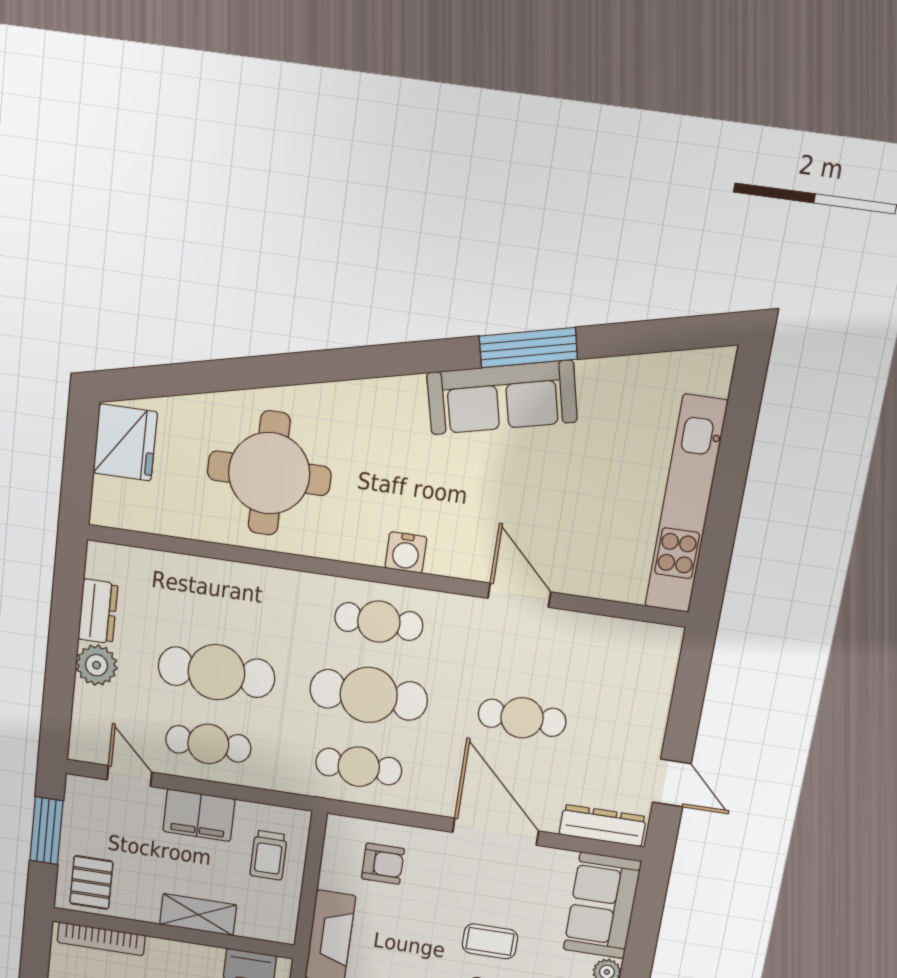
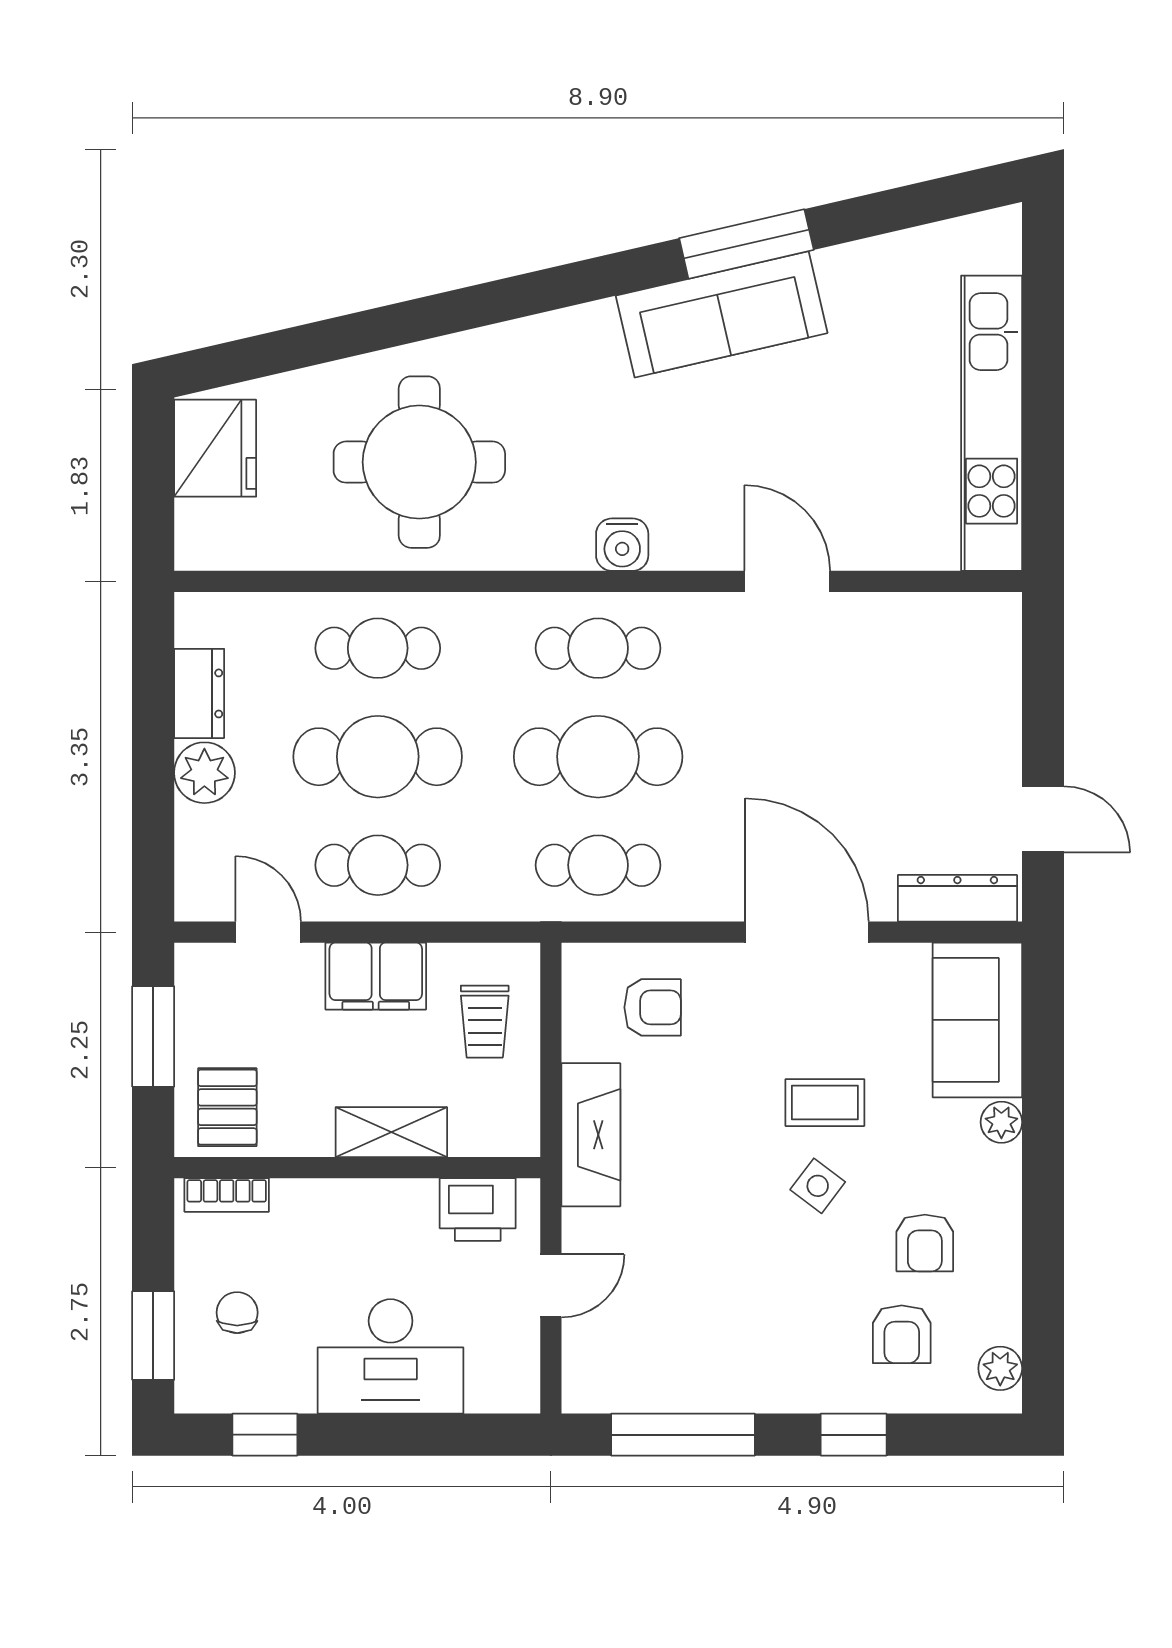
cafe table: (522, 718) -> (378, 648), moved
bookcase: (101, 939) -> (227, 1195), width x0.64

